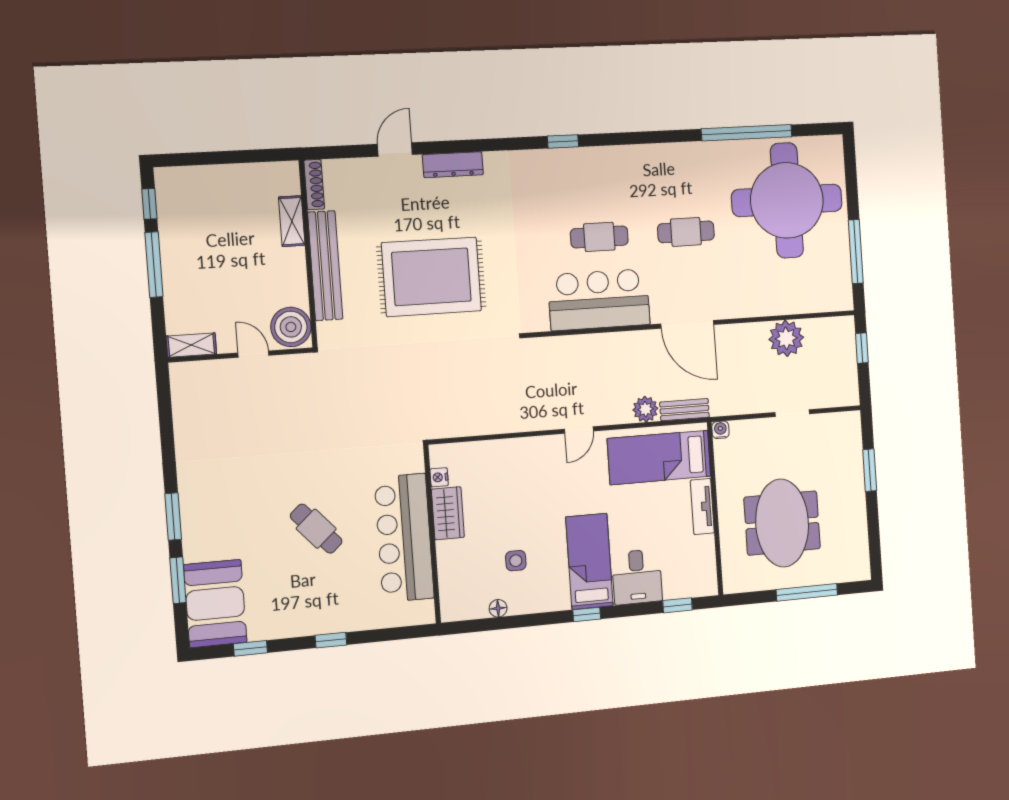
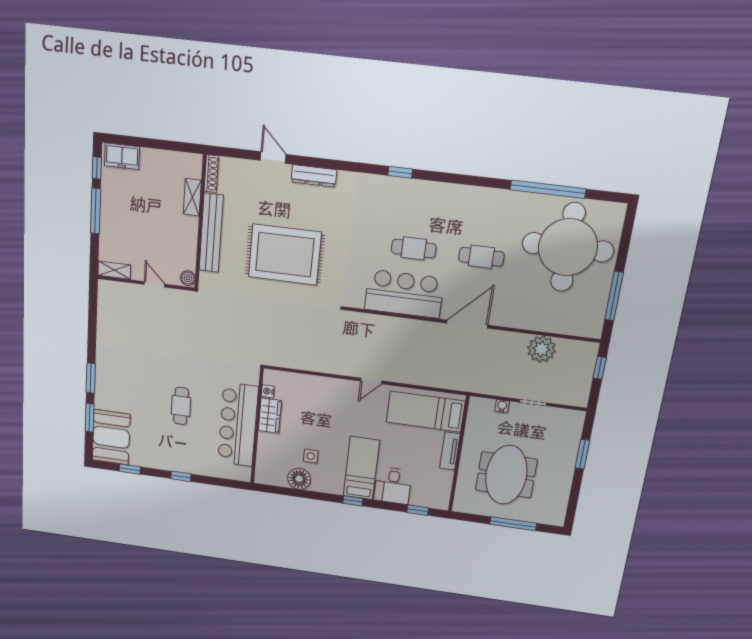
door: (395, 149) -> (273, 157), hinge flipped
freezer: (184, 182) -> (122, 156), added
door: (687, 324) -> (467, 324), swing flipped
boiler: (291, 327) -> (188, 278), width x0.54, depth x0.54
plant: (645, 409) -> (423, 377), removed
bench: (684, 410) -> (452, 383), removed
water cooler: (720, 430) -> (502, 406), moved
cafe table: (316, 529) -> (181, 406), turned 42
floor lamp: (498, 608) -> (299, 479), width x1.89, depth x1.89

